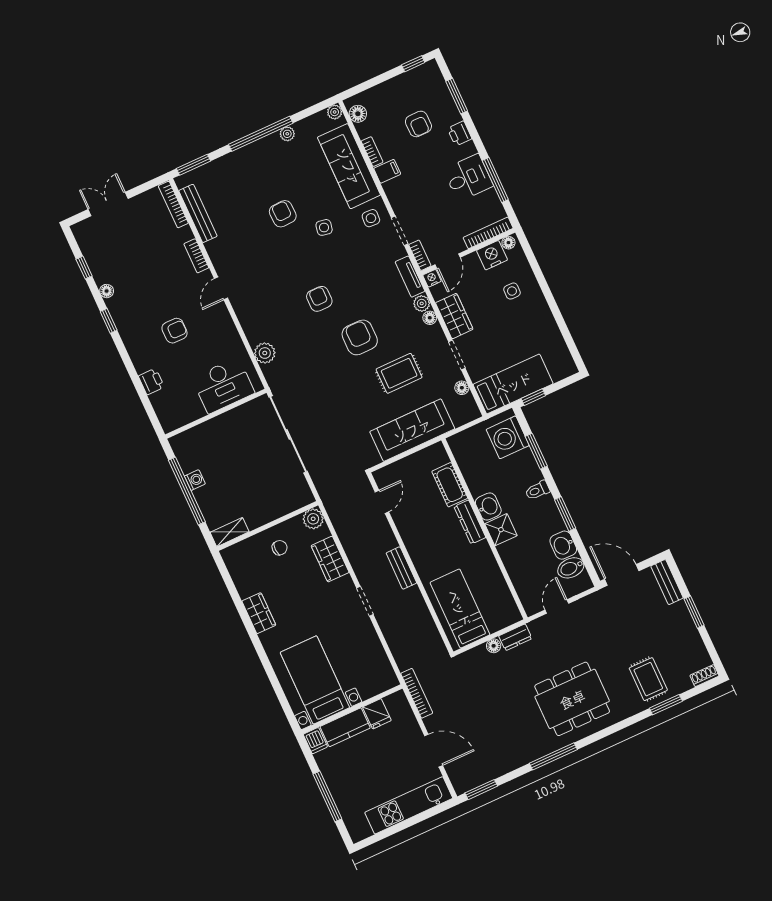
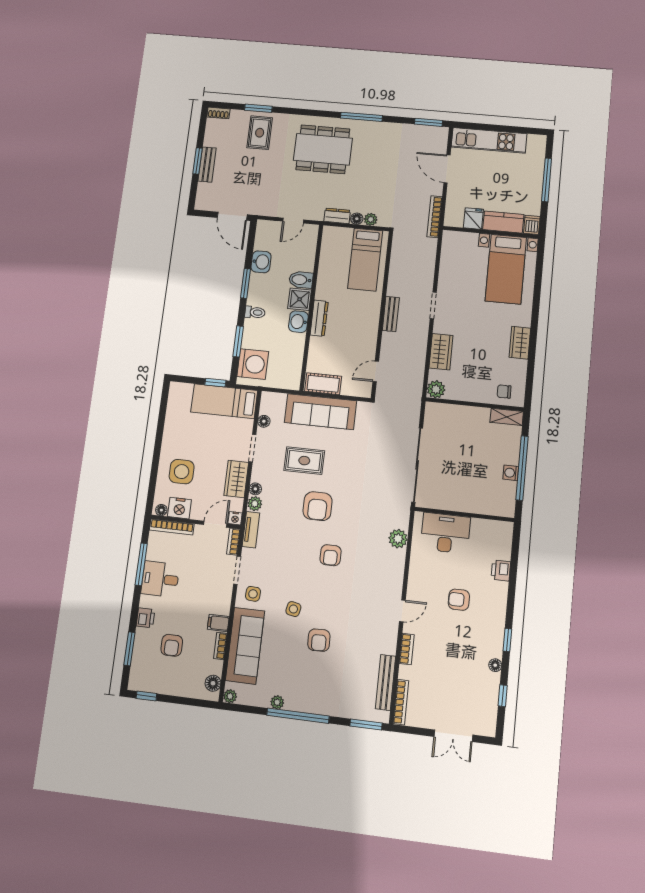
armchair: (418, 124) -> (172, 645), turned 180
side table: (512, 291) -> (182, 472), width x1.87, depth x1.87
cot: (450, 485) -> (323, 384), moved, turned 90
chair: (280, 548) -> (504, 392), moved
bidet: (571, 568) -> (301, 280), moved, turned 180
bench: (667, 582) -> (207, 165), moved
plant: (479, 653) -> (371, 219), added

